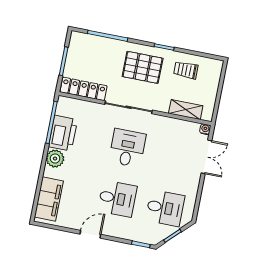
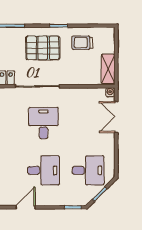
shelving: (186, 110) -> (108, 69), moved, turned 90
double door: (206, 157) -> (116, 117), swing flipped

